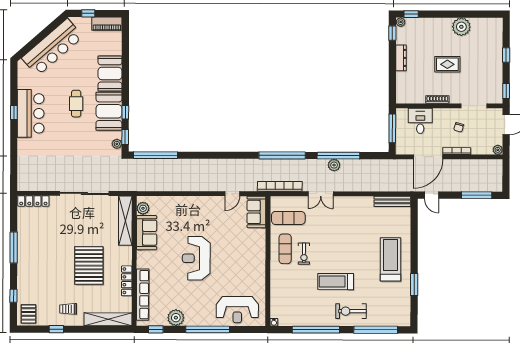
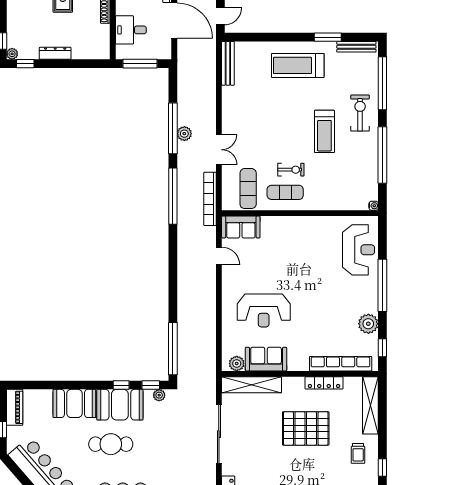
cafe table: (76, 104) -> (111, 444), width x1.37, depth x1.35
reception desk: (196, 258) -> (264, 310), moved
bench: (406, 308) -> (356, 47), added
exercise bike: (351, 311) -> (360, 113), turned 180

